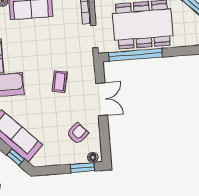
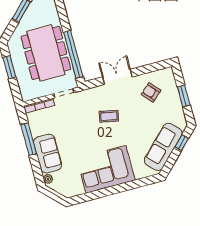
floor lamp: (93, 157) -> (170, 75), removed
window: (82, 168) -> (184, 96), moved

